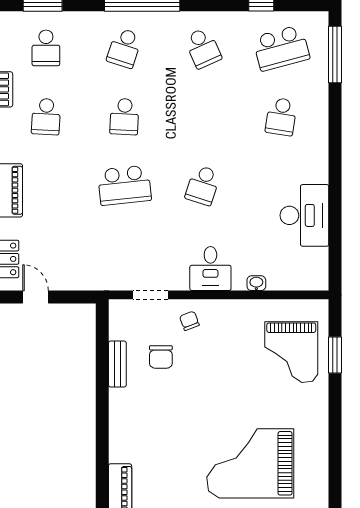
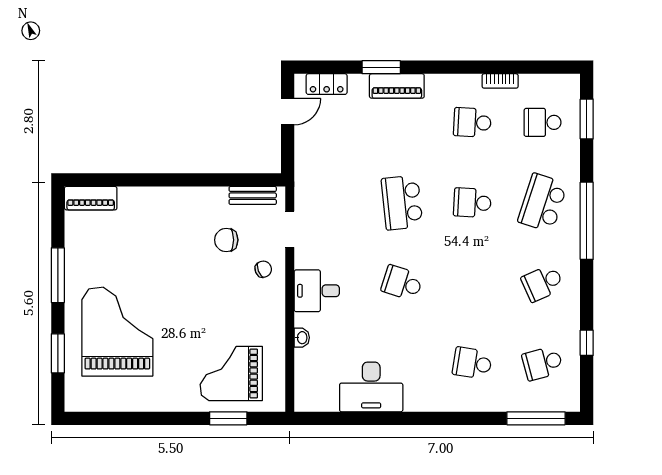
school desk: (124, 48) -> (543, 203), width x1.85
school desk: (281, 48) -> (543, 363), width x0.54
bench: (117, 364) -> (253, 195), moved

